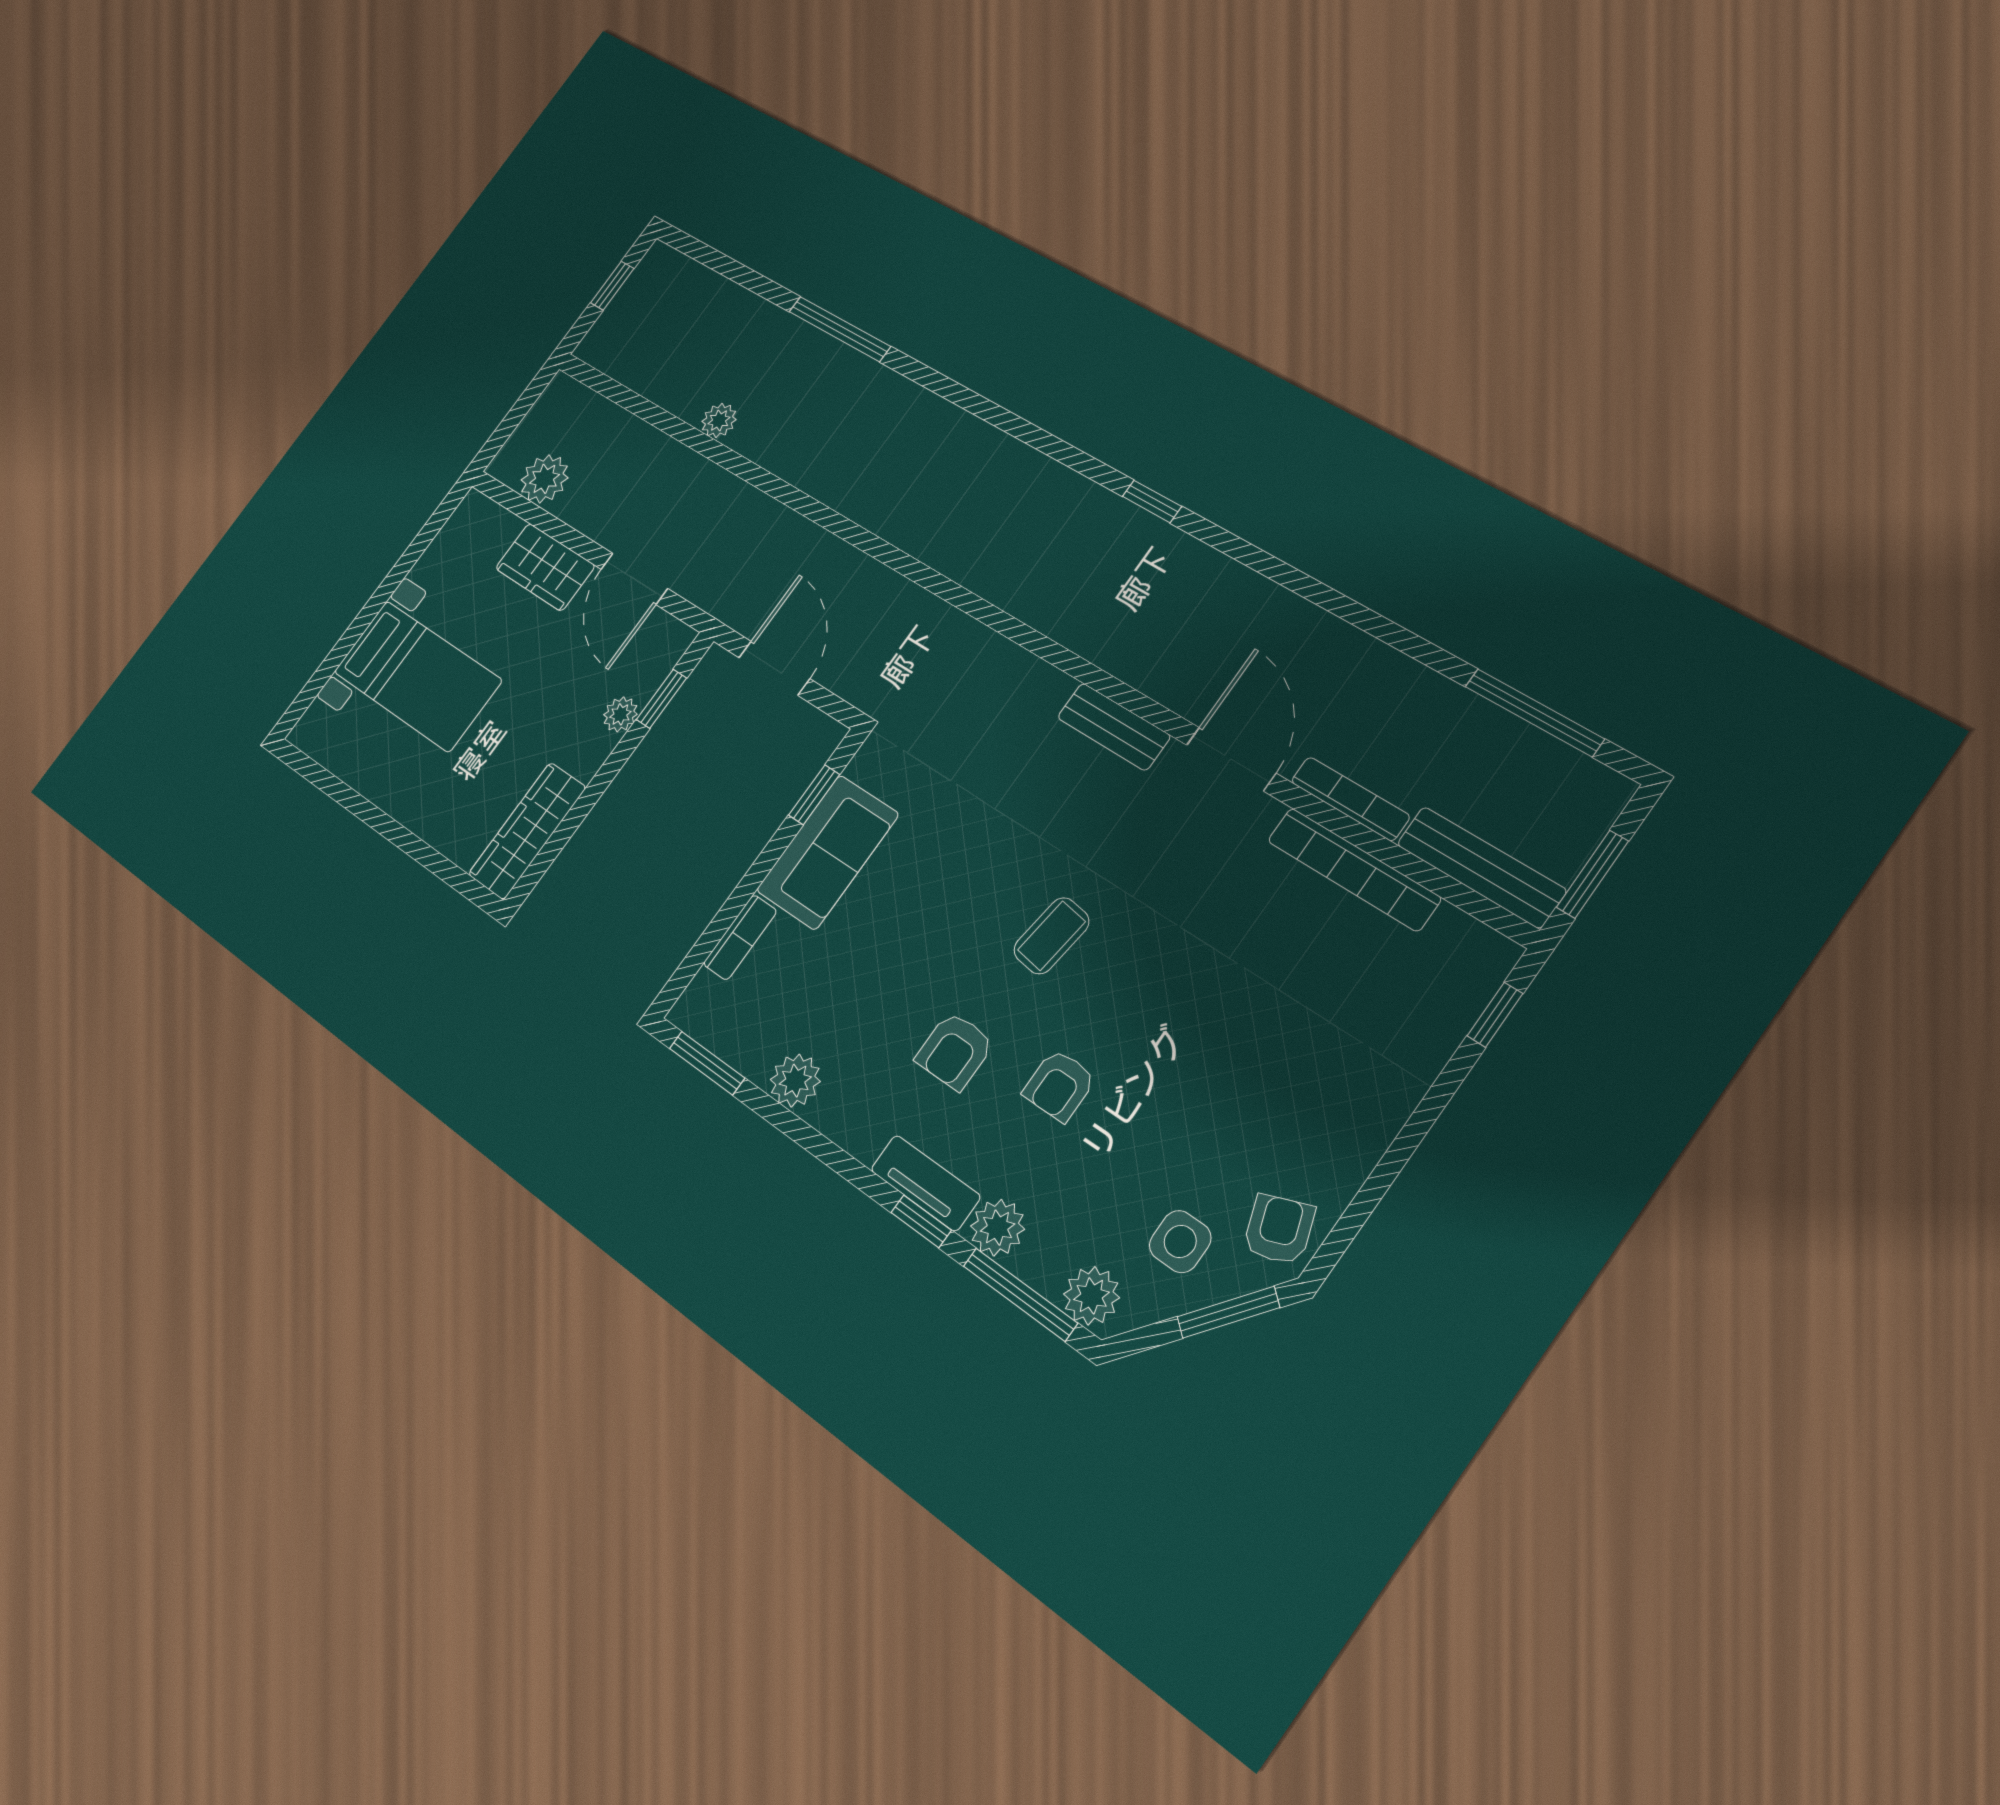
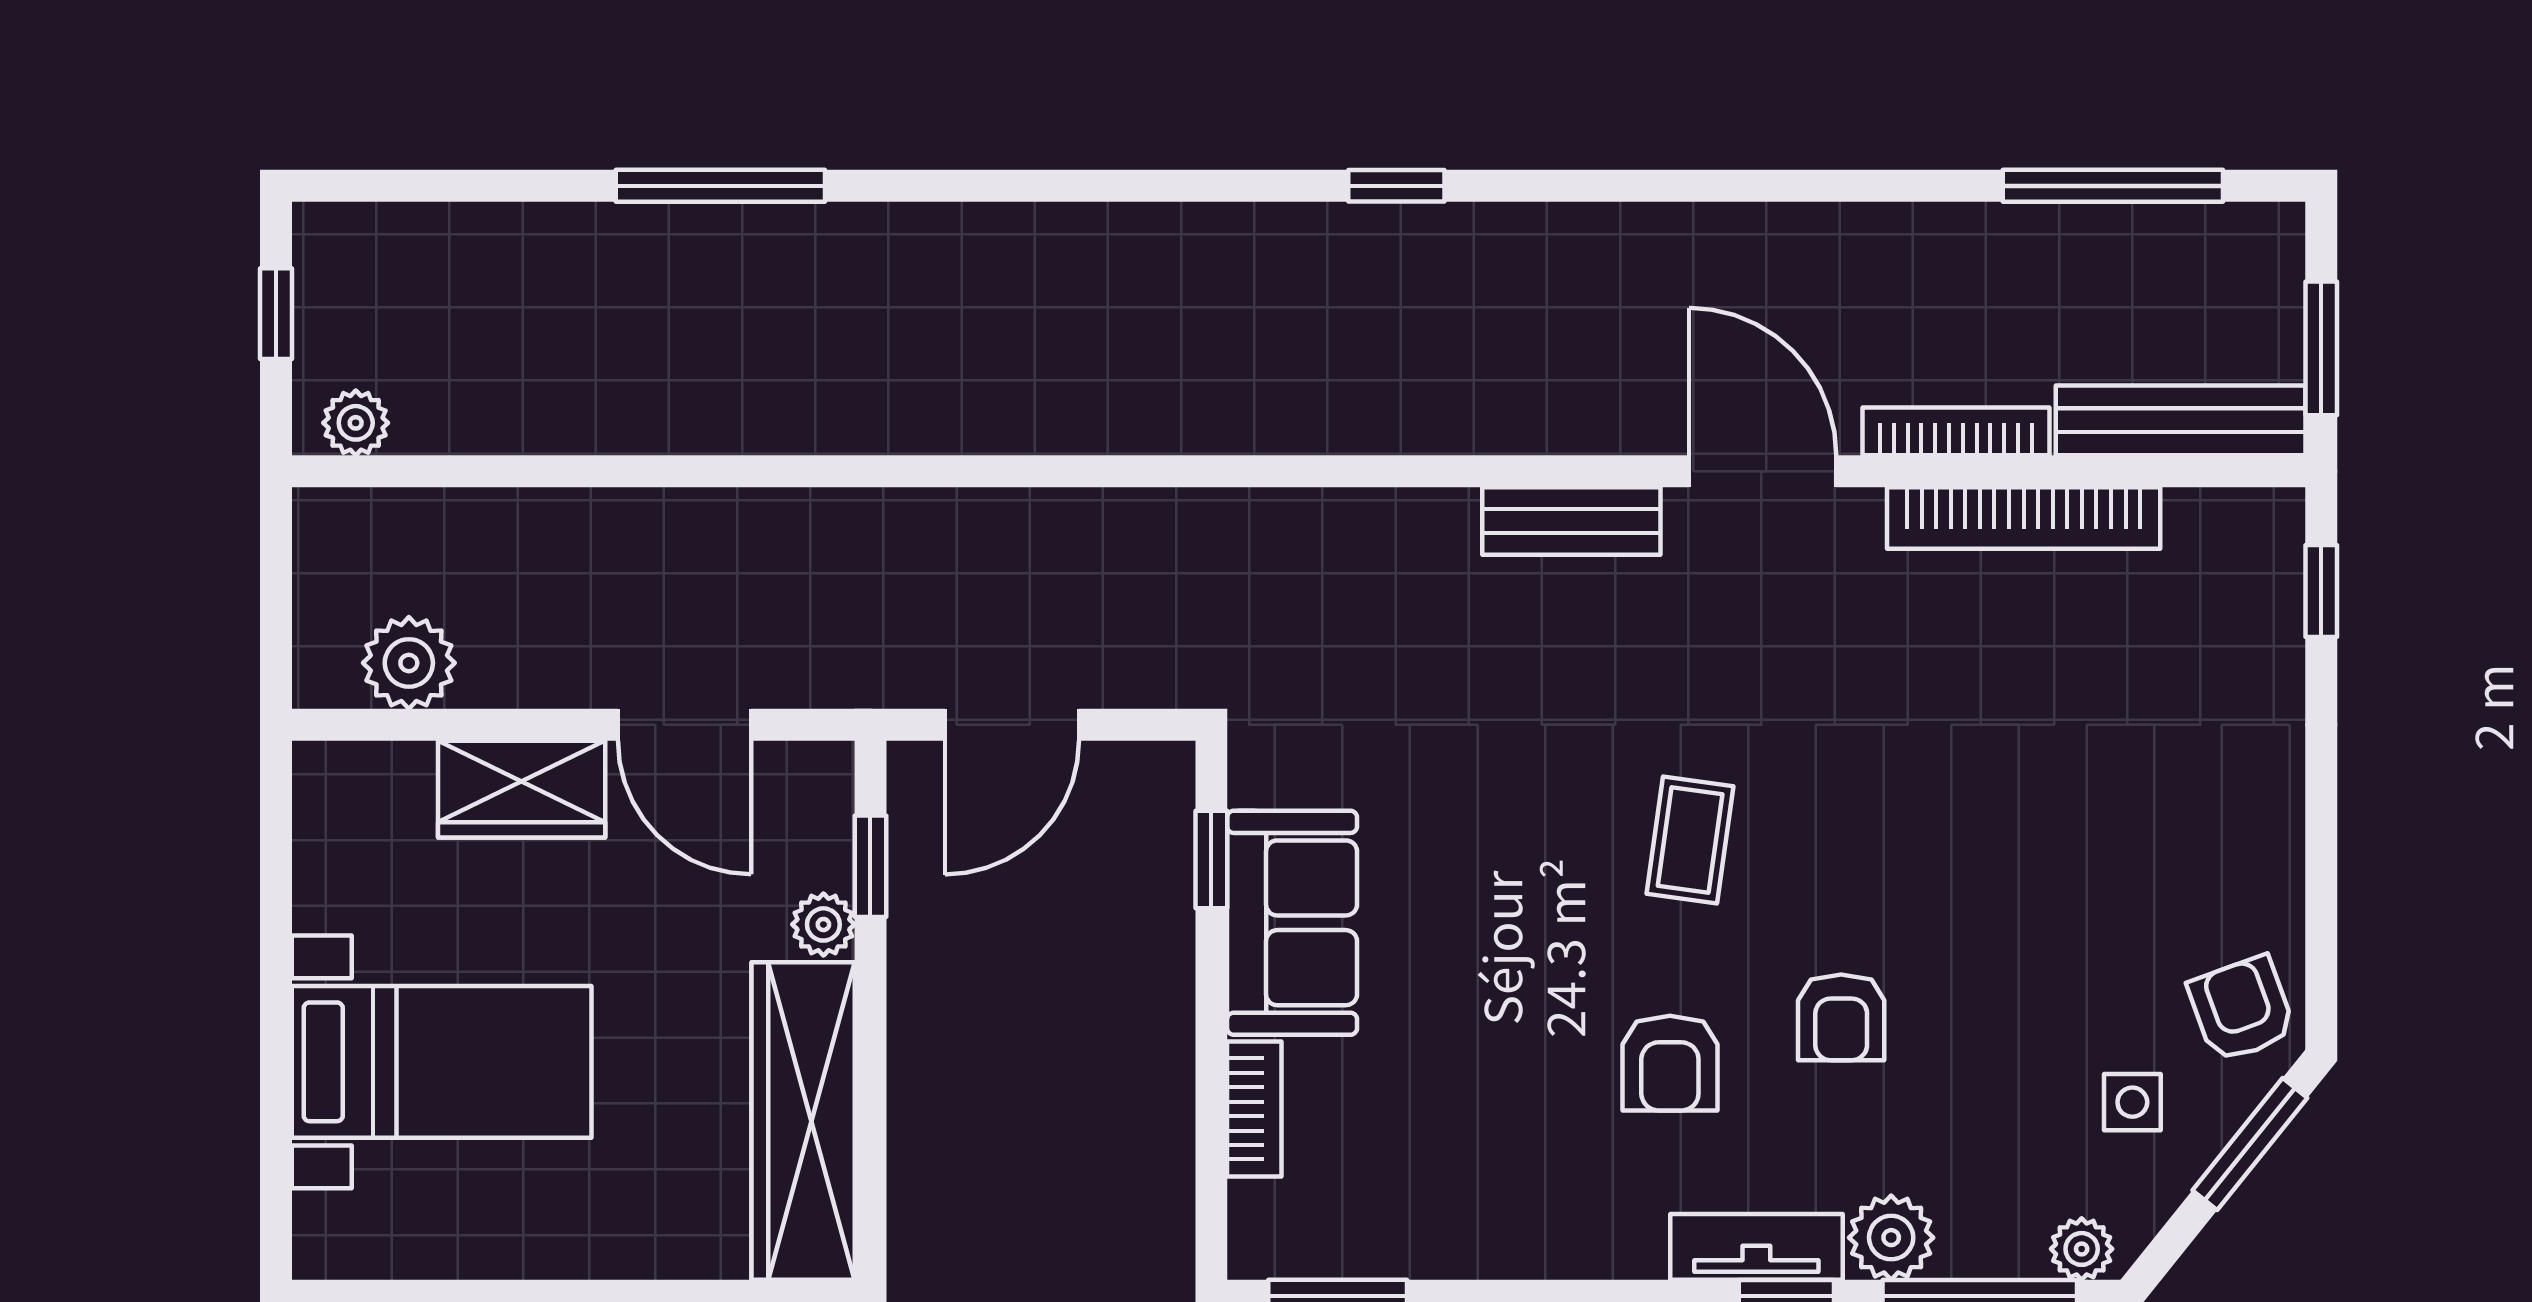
plant: (719, 420) -> (356, 423), moved
door: (774, 668) -> (1012, 725), swing flipped
wardrobe: (527, 831) -> (803, 1121), width x1.40, depth x1.17
plant: (795, 1080) -> (1480, 1238), removed
side table: (1180, 1242) -> (2132, 1102), width x0.73, depth x0.73
plant: (1091, 1296) -> (2082, 1249), width x0.73, depth x0.73

